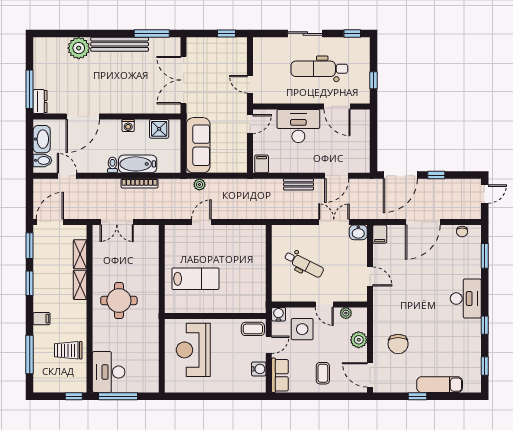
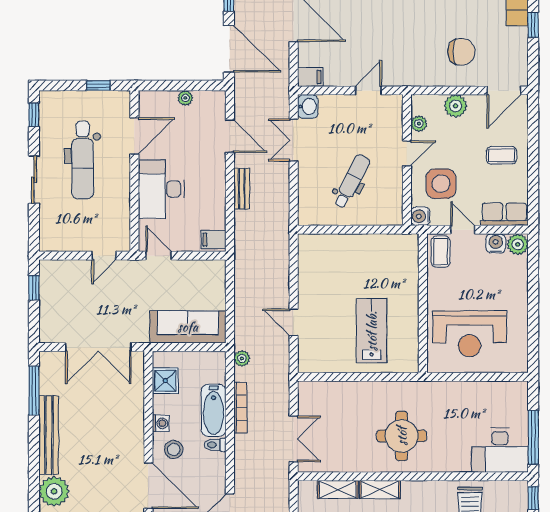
stool: (109, 135) -> (174, 449), added
plant: (365, 143) -> (185, 98), added
plant: (199, 185) -> (242, 358), moved
plant: (258, 385) -> (518, 244), added

